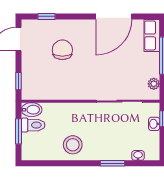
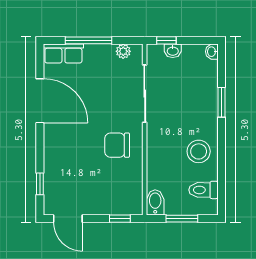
chair: (62, 50) -> (117, 145), moved
toilet: (33, 125) -> (203, 190), moved, turned -90
washbasin: (138, 155) -> (212, 52), moved

